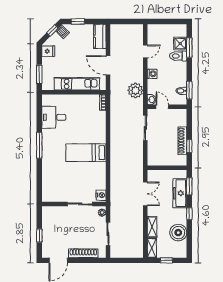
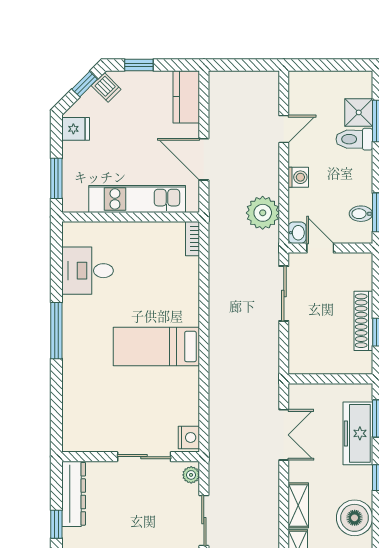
dresser: (47, 221) -> (74, 494), added

